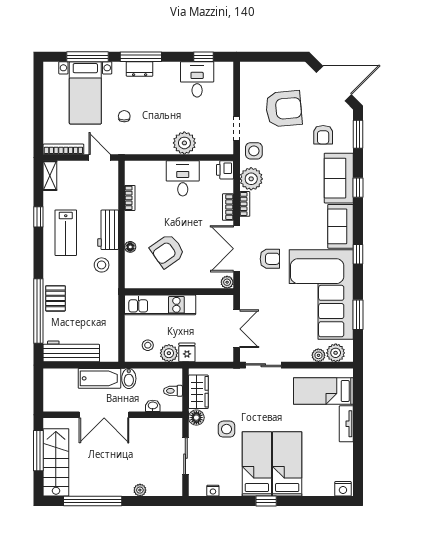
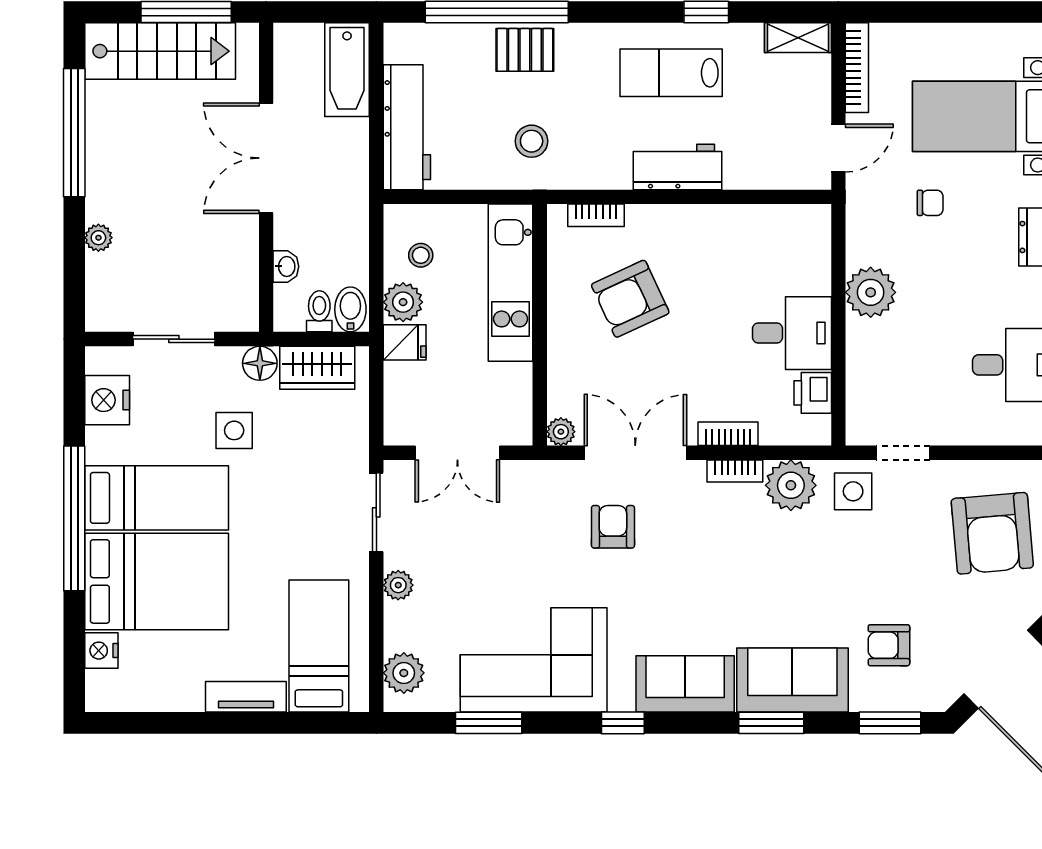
armchair: (284, 109) -> (992, 533), moved
plant: (184, 143) -> (871, 292), moved
printer: (225, 170) -> (813, 393), moved, turned -90
window: (358, 188) -> (771, 723), width x1.50
bookcase: (130, 198) -> (596, 215), moved
floor lamp: (130, 247) -> (639, 216), removed
armchair: (167, 251) -> (630, 299), turned -80
armchair: (270, 259) -> (613, 527), turned 180
stool: (102, 265) -> (532, 141), moved
corner sofa: (321, 294) -> (534, 660), width x0.73, depth x0.74
workbench: (71, 351) -> (407, 127), moved
plant: (318, 355) -> (398, 585), moved
bathtub: (99, 378) -> (347, 70), moved
bidet: (129, 379) -> (350, 309), moved, turned 90
bed: (287, 464) -> (157, 581), width x1.50
nightstand: (343, 489) -> (101, 651), moved
nightstand: (213, 491) -> (107, 400), width x1.89, depth x1.79
window: (266, 501) -> (74, 518), width x3.17

